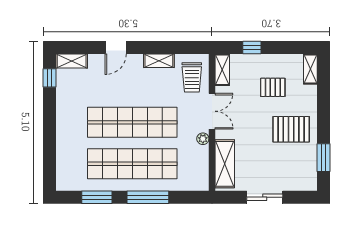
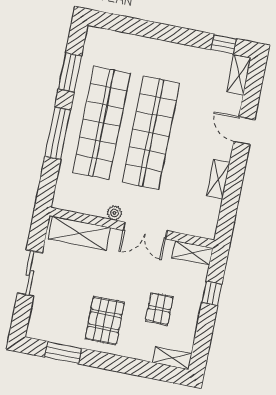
trolley: (192, 77) -> (190, 214), removed

